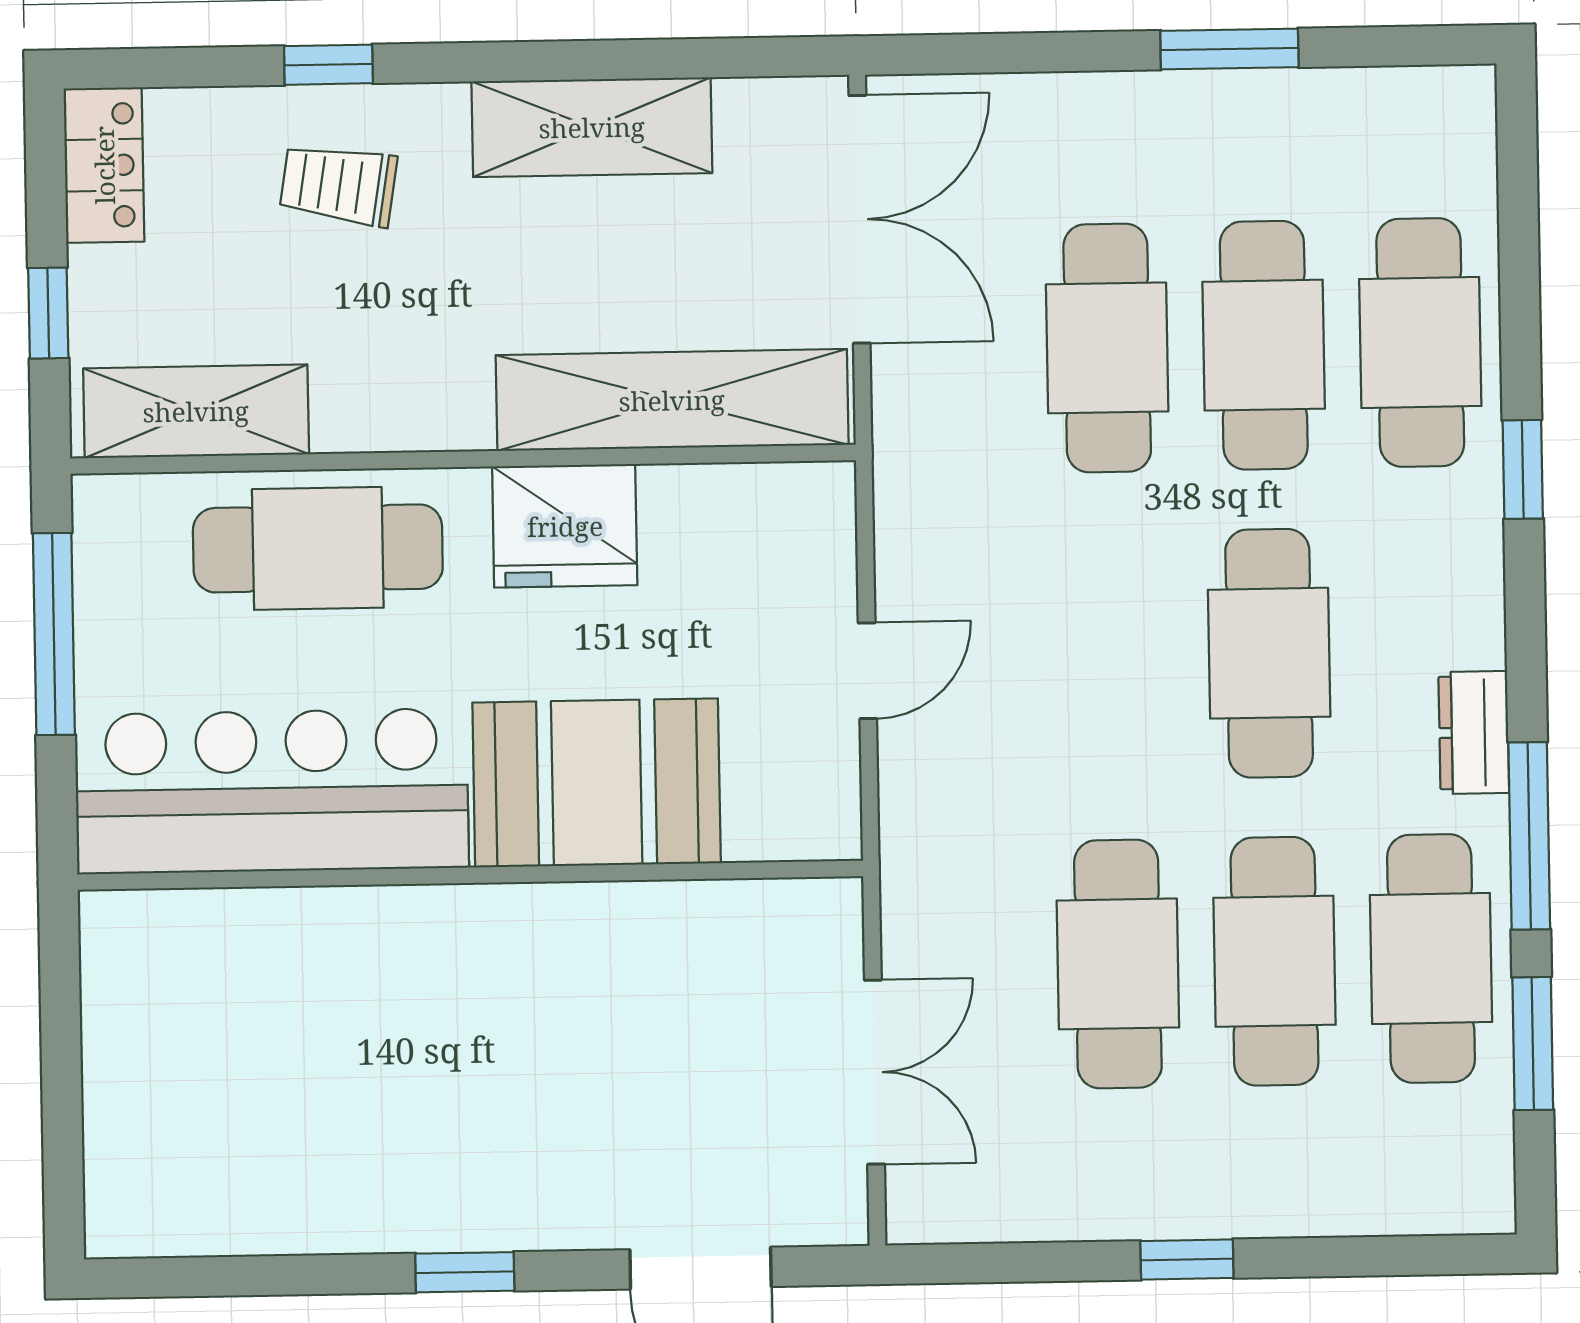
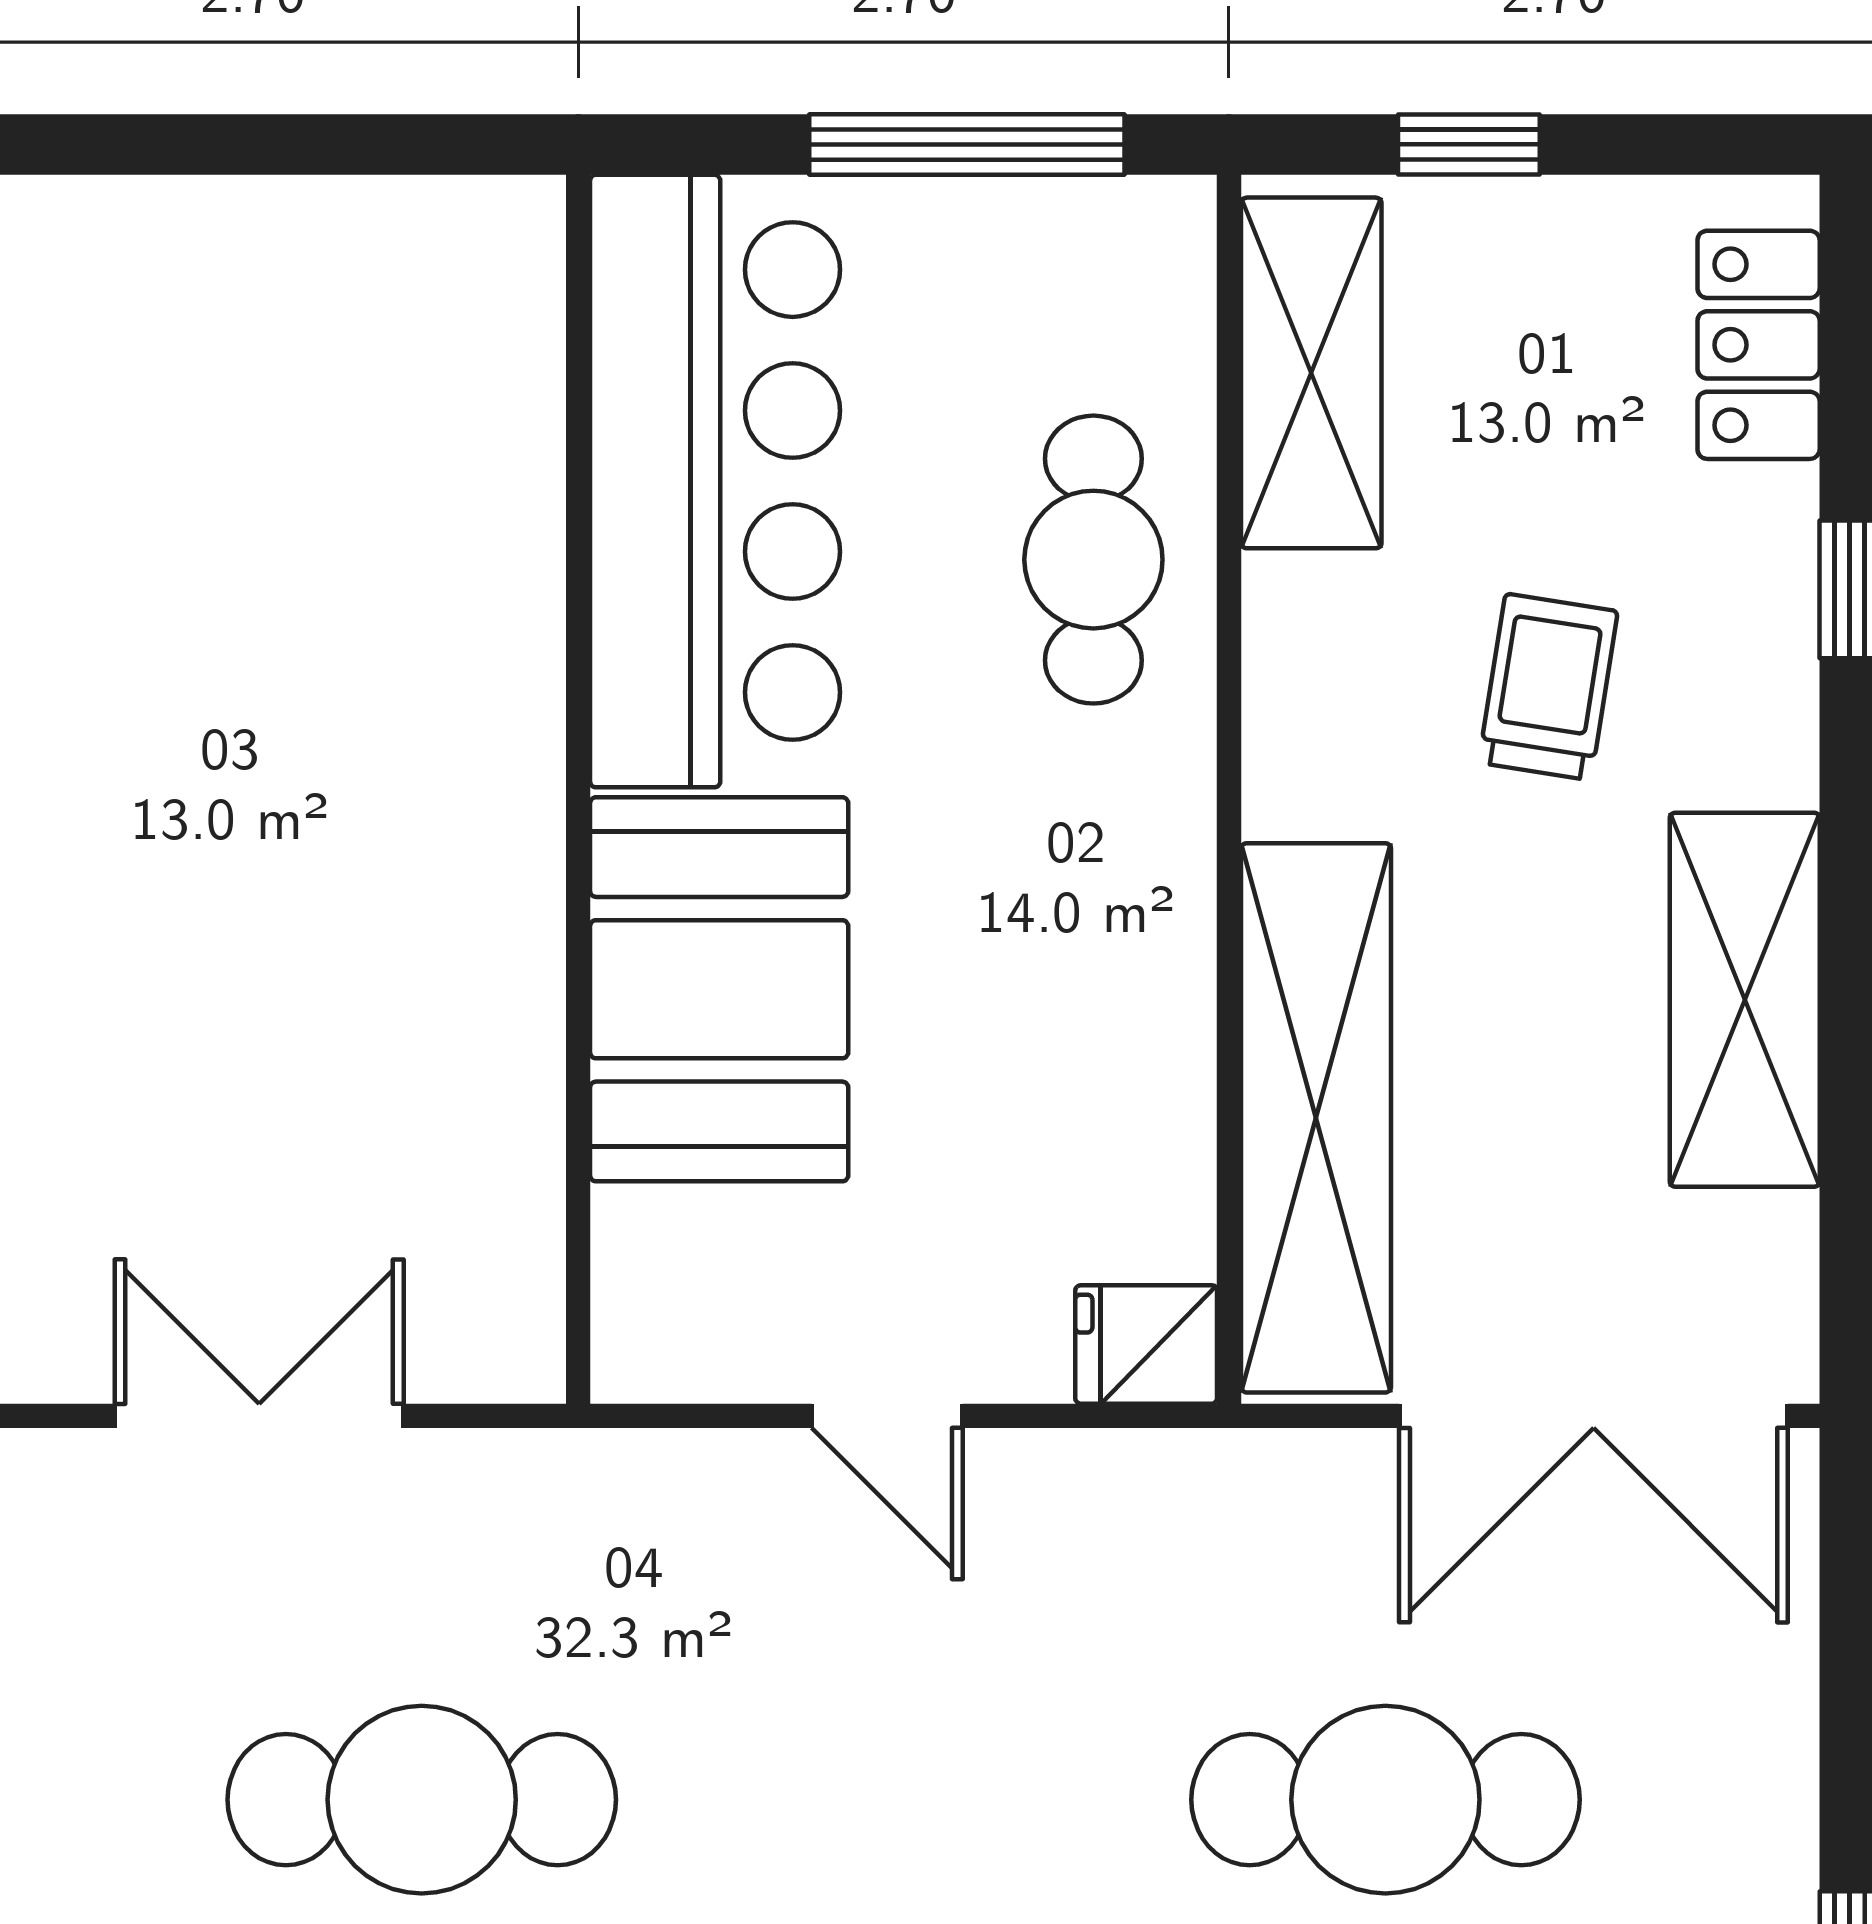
locker: (104, 165) -> (1759, 345), moved, turned 90
trolley: (338, 185) -> (1548, 687), moved
fridge: (565, 526) -> (1146, 1344), moved, width x0.53, depth x0.75
cafe table: (318, 548) -> (1093, 560), width x0.73, depth x0.74
double door: (874, 1072) -> (259, 1416), swing flipped

